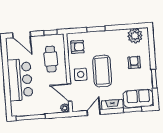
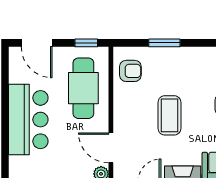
cafe table: (51, 59) -> (83, 88), width x1.37, depth x1.35
coffee table: (102, 71) -> (169, 115), width x0.73, depth x0.76
side table: (81, 74) -> (132, 118), removed

